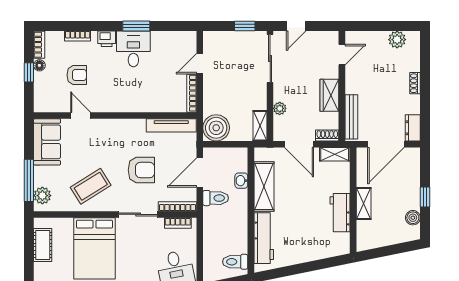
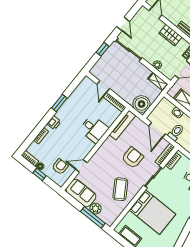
desk: (133, 49) -> (94, 129), moved, turned 180
armchair: (77, 75) -> (60, 167), moved
plant: (42, 196) -> (96, 209), moved

